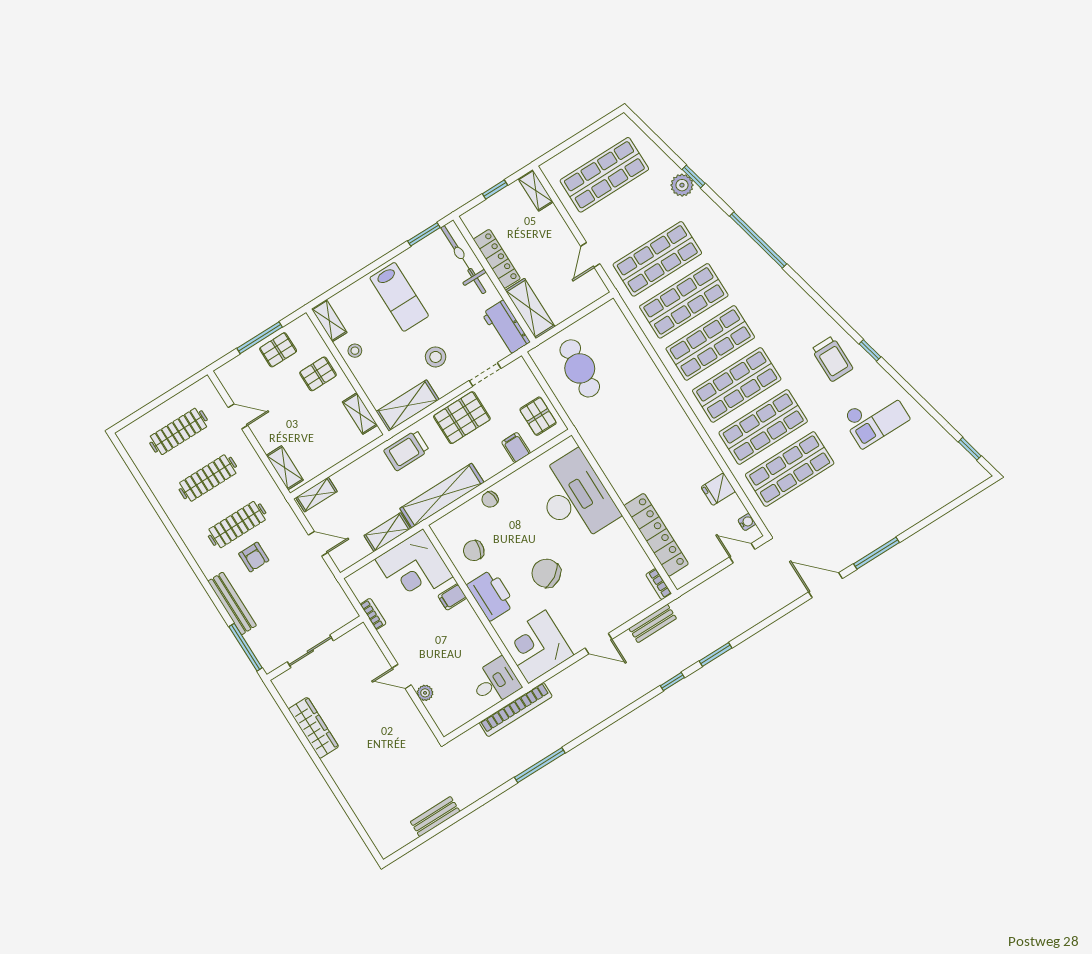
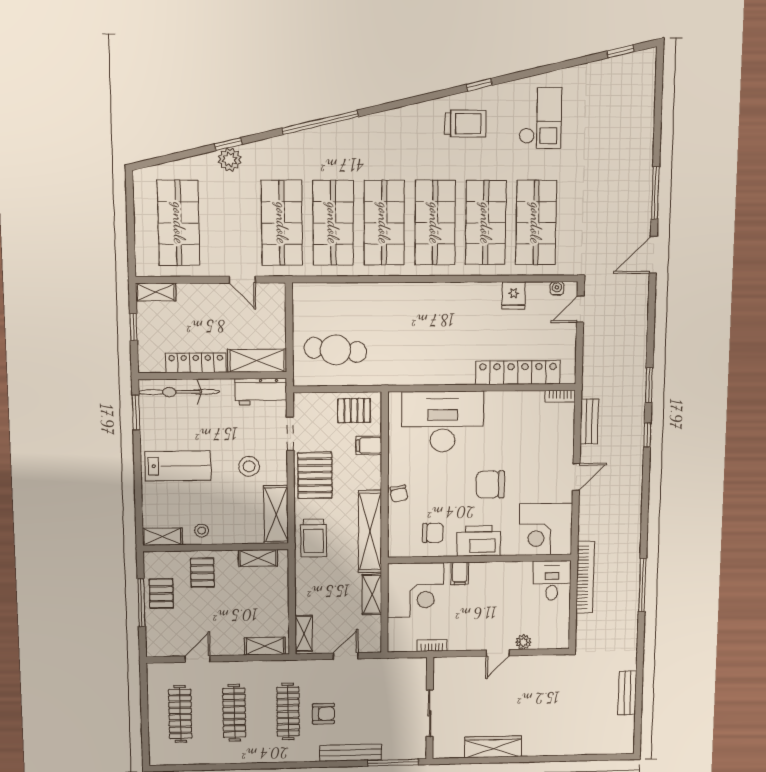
chair: (474, 551) -> (433, 533), turned -106
chair: (546, 573) -> (490, 484), turned 31

